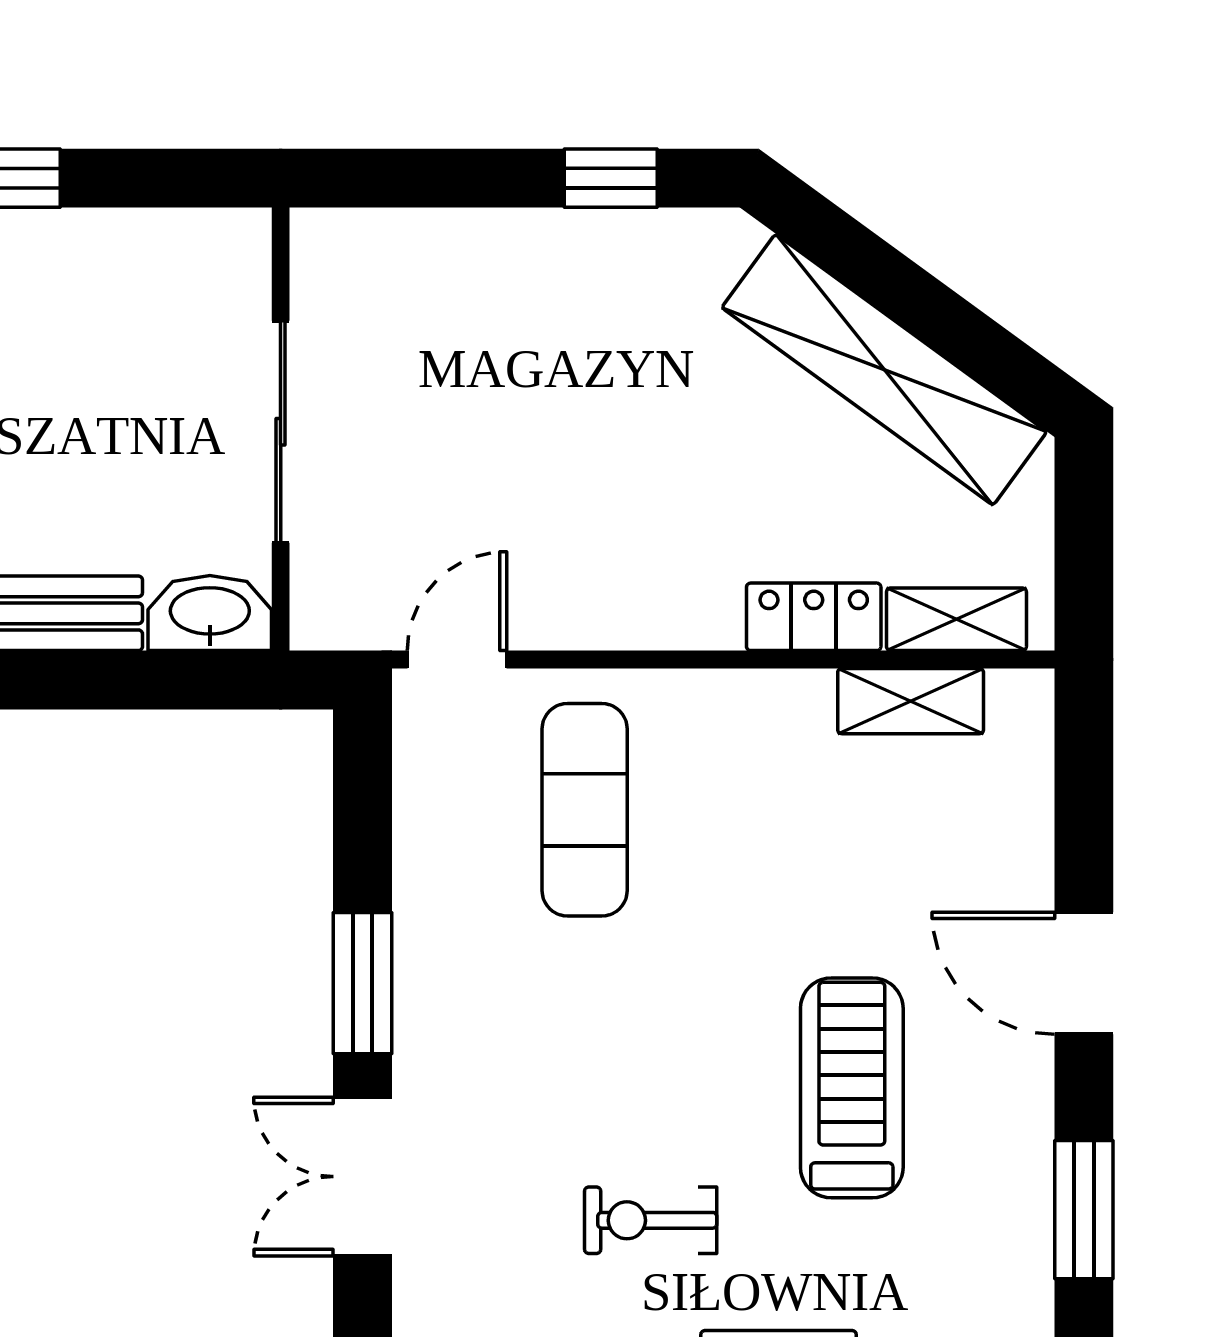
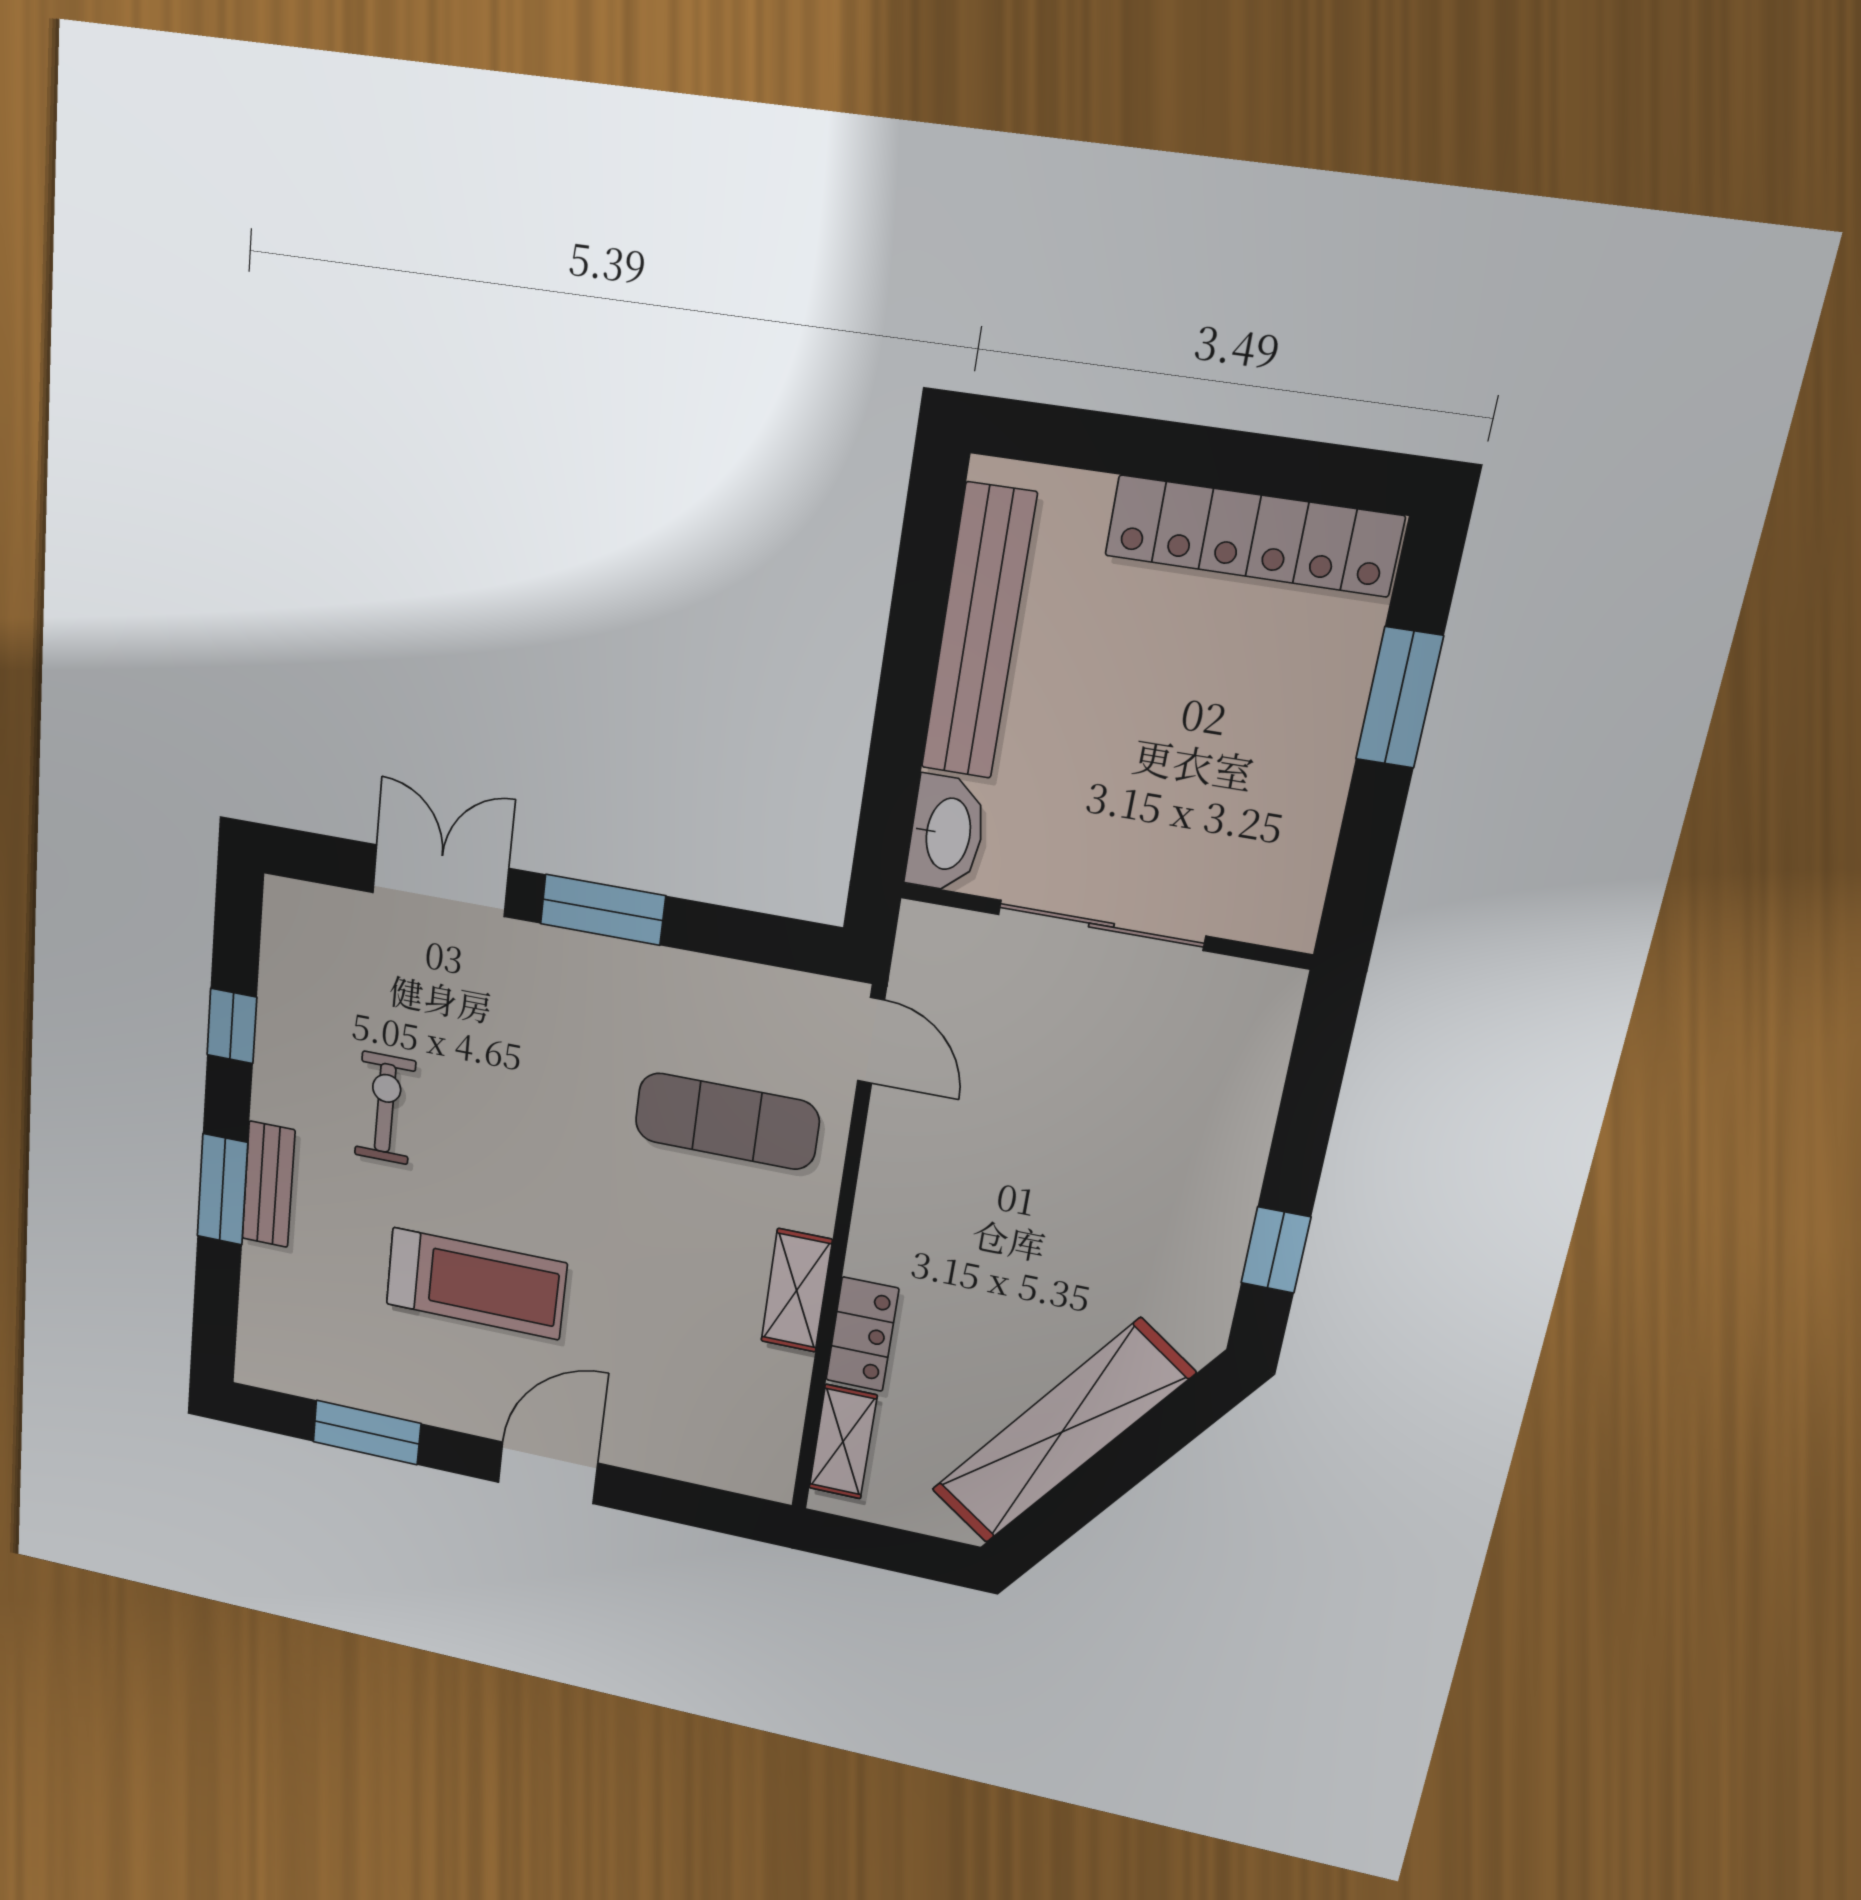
shelving: (911, 701) -> (797, 1291), moved

